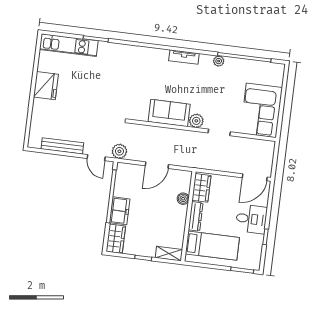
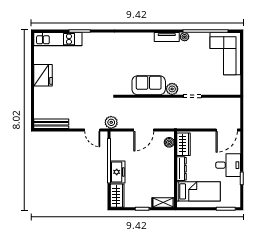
tv unit: (184, 57) -> (167, 37), moved
corner sofa: (261, 110) -> (225, 54), moved
bench: (62, 146) -> (51, 124), moved
boiler: (183, 199) -> (169, 142), moved

